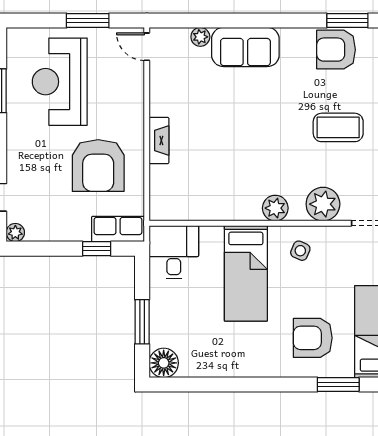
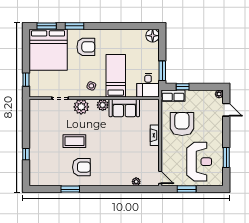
sofa: (245, 47) -> (124, 108), moved, turned 180
armchair: (336, 50) -> (81, 167), moved
window: (142, 322) -> (162, 71), moved

